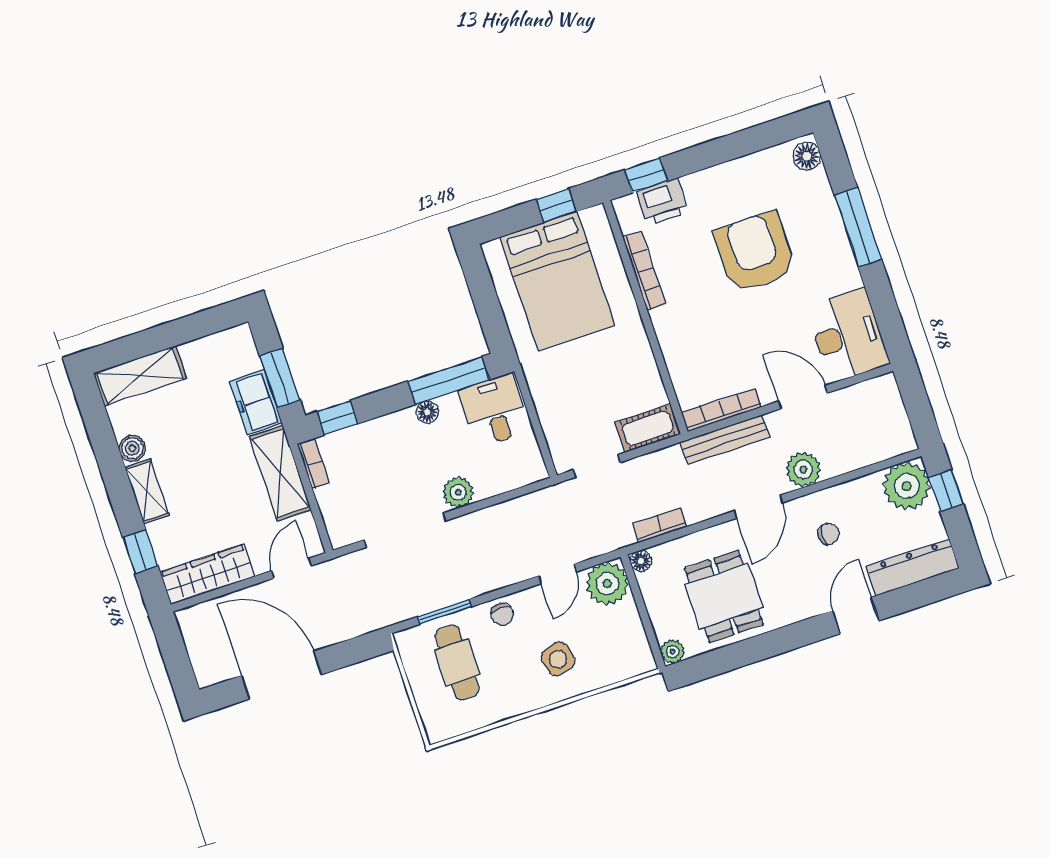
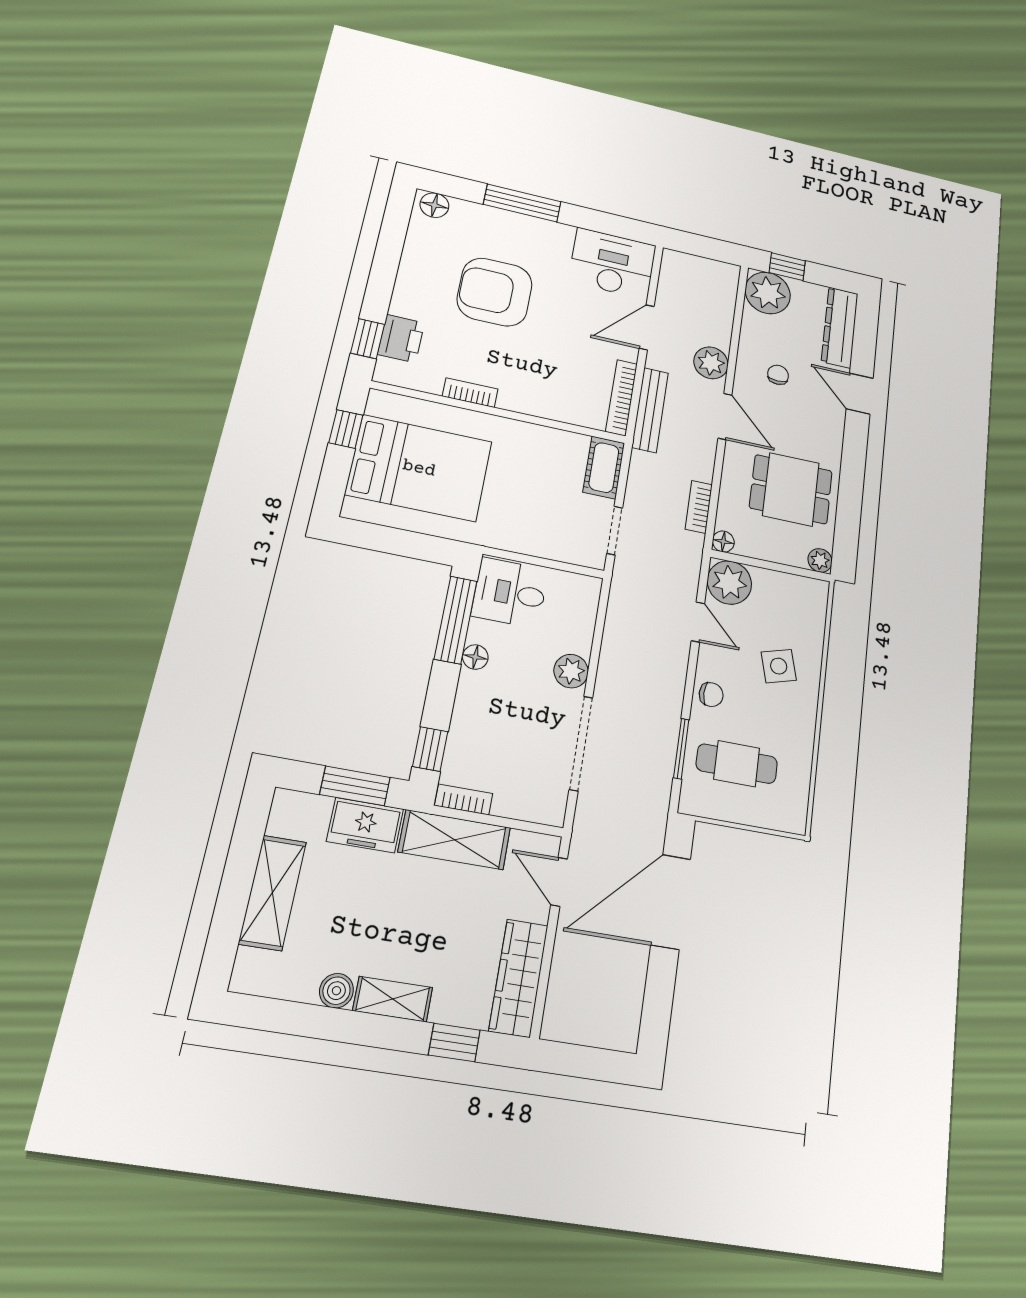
bookcase: (644, 271) -> (470, 393), width x0.64
shelving: (140, 376) -> (272, 893), moved
door: (282, 675) -> (671, 902), moved

